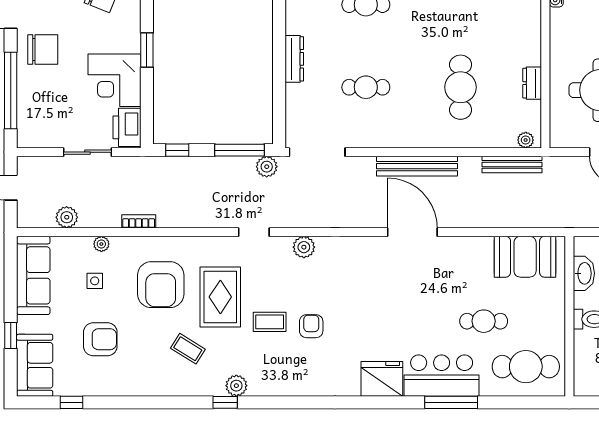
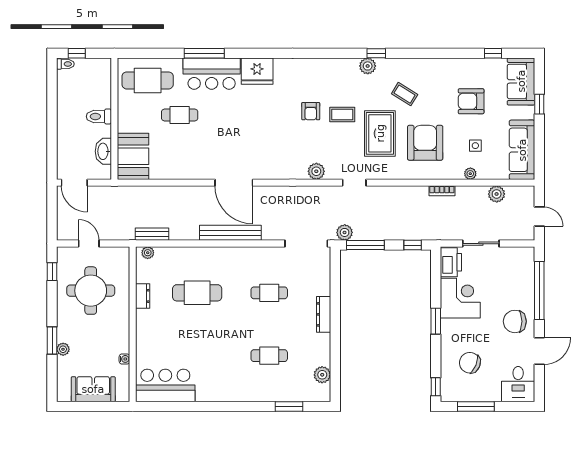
cafe table: (461, 87) -> (197, 293), turned 90
bench: (512, 164) -> (152, 234), width x0.73
booth: (525, 257) -> (133, 156), moved, turned 90

